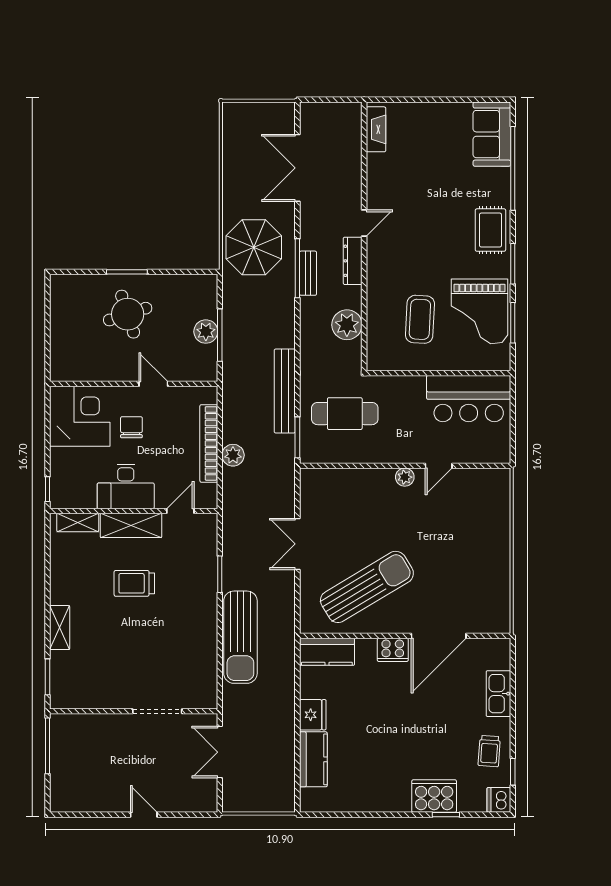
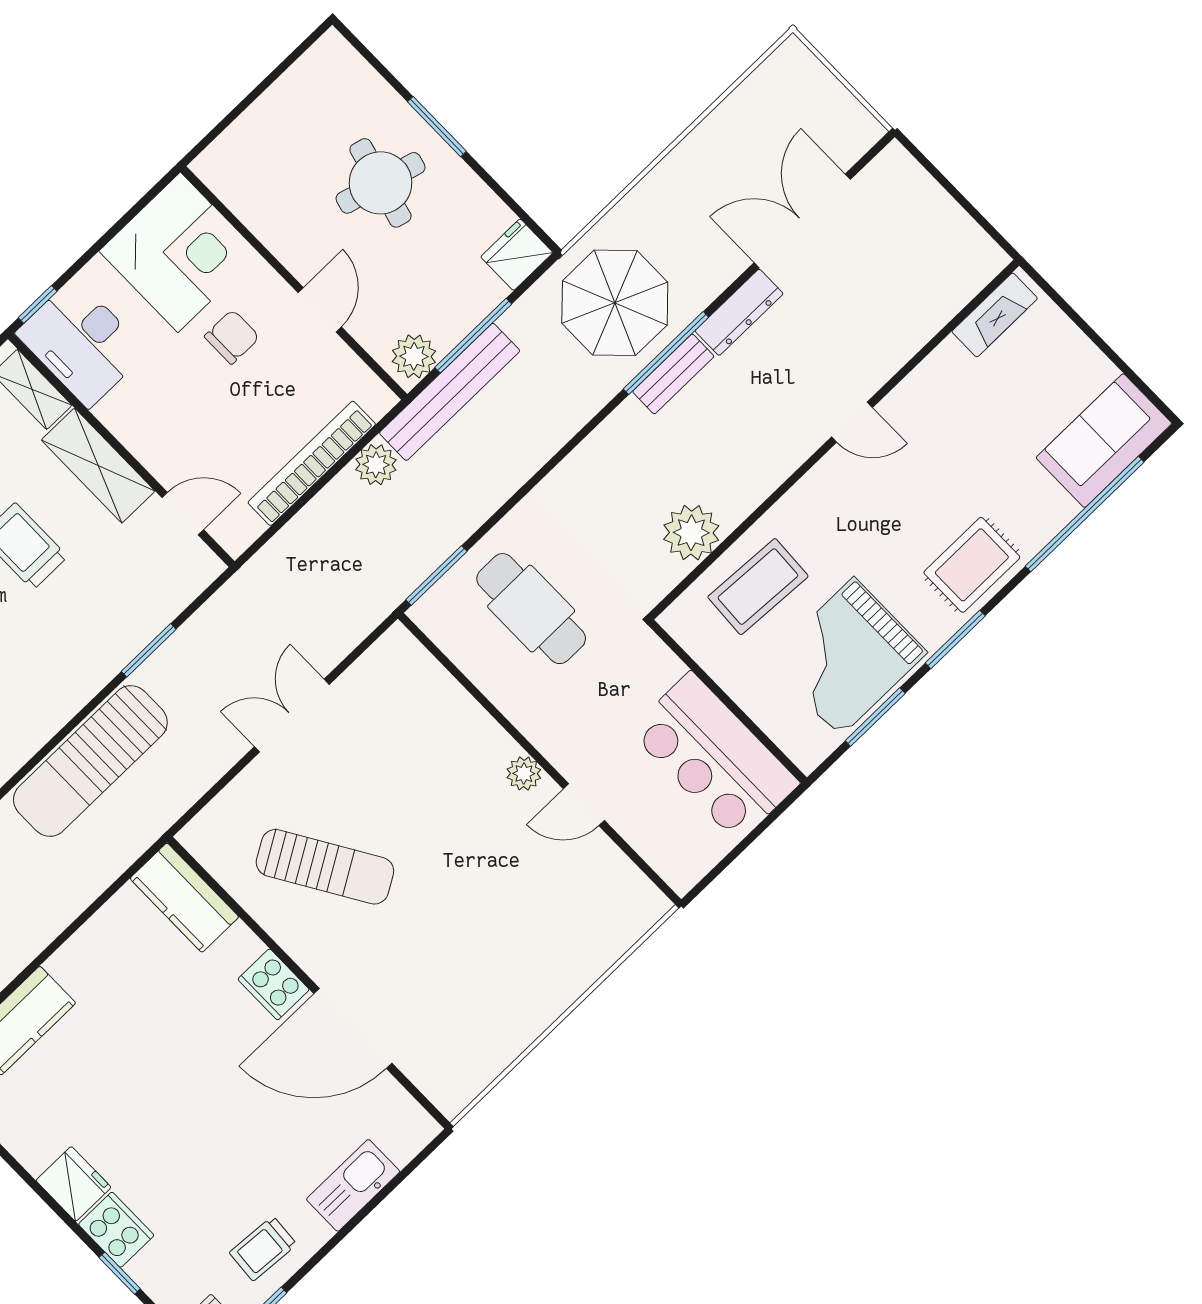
fireplace: (376, 129) -> (995, 315), moved
door: (364, 223) -> (852, 422), moved
wall: (364, 236) -> (834, 440), moved
parasol: (254, 247) -> (615, 303), moved
dresser: (353, 261) -> (739, 312), moved, turned 180
fridge: (205, 289) -> (517, 255), added
round table: (128, 314) -> (381, 183), turned 33
plant: (347, 325) -> (691, 533), moved
plant: (206, 332) -> (414, 356), moved
bench: (285, 391) -> (450, 392), moved
plant: (233, 455) -> (376, 465), moved
desk: (126, 486) -> (81, 342), moved
sun lounger: (367, 587) -> (325, 867), width x0.73, depth x0.75
fridge: (313, 715) -> (73, 1184), moved, turned -90
cooker: (434, 796) -> (116, 1230), width x0.73, depth x0.76

